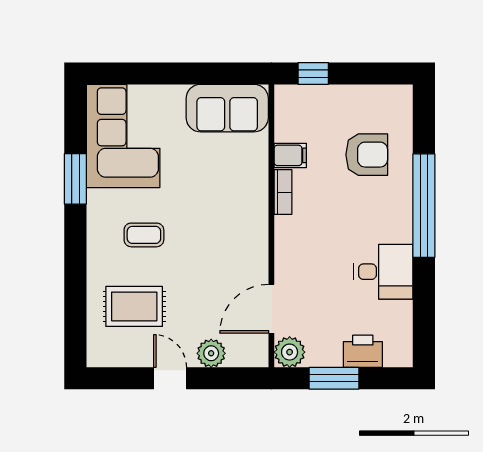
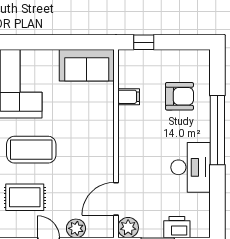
bookcase: (283, 192) -> (124, 121), removed
coffee table: (144, 235) -> (31, 150), width x1.86, depth x1.72
desk: (383, 272) -> (191, 167), width x1.37

